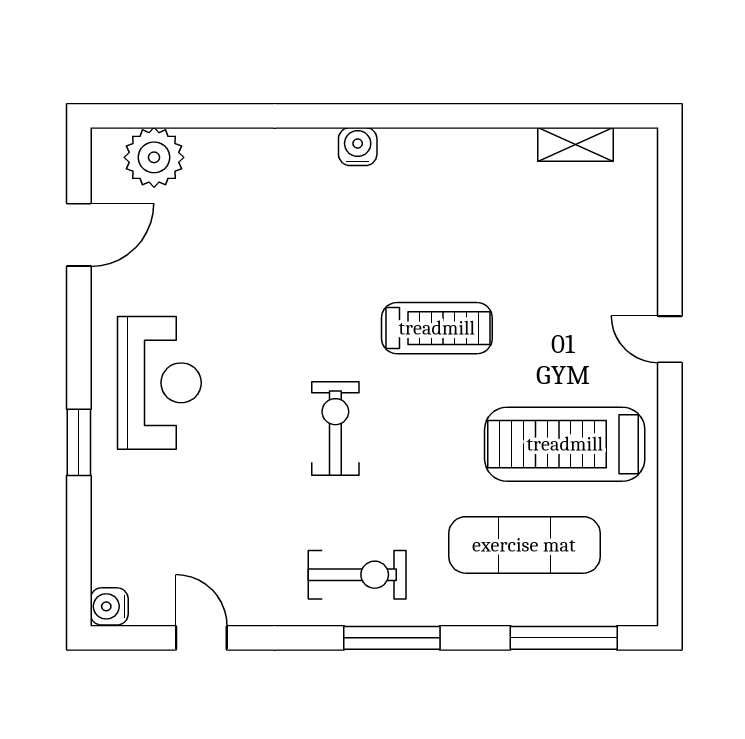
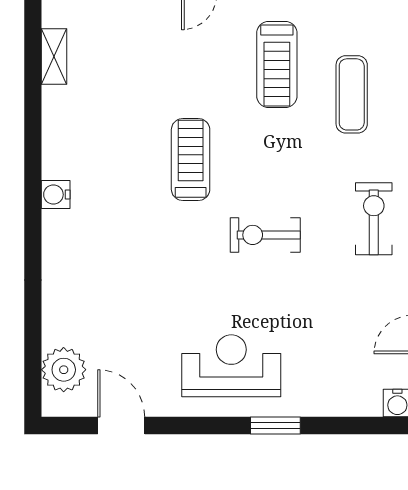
water cooler: (358, 147) -> (56, 195), moved
treadmill: (565, 444) -> (277, 65), width x0.73, depth x0.73
exercise mat: (524, 545) -> (352, 94), width x0.73, depth x0.69

